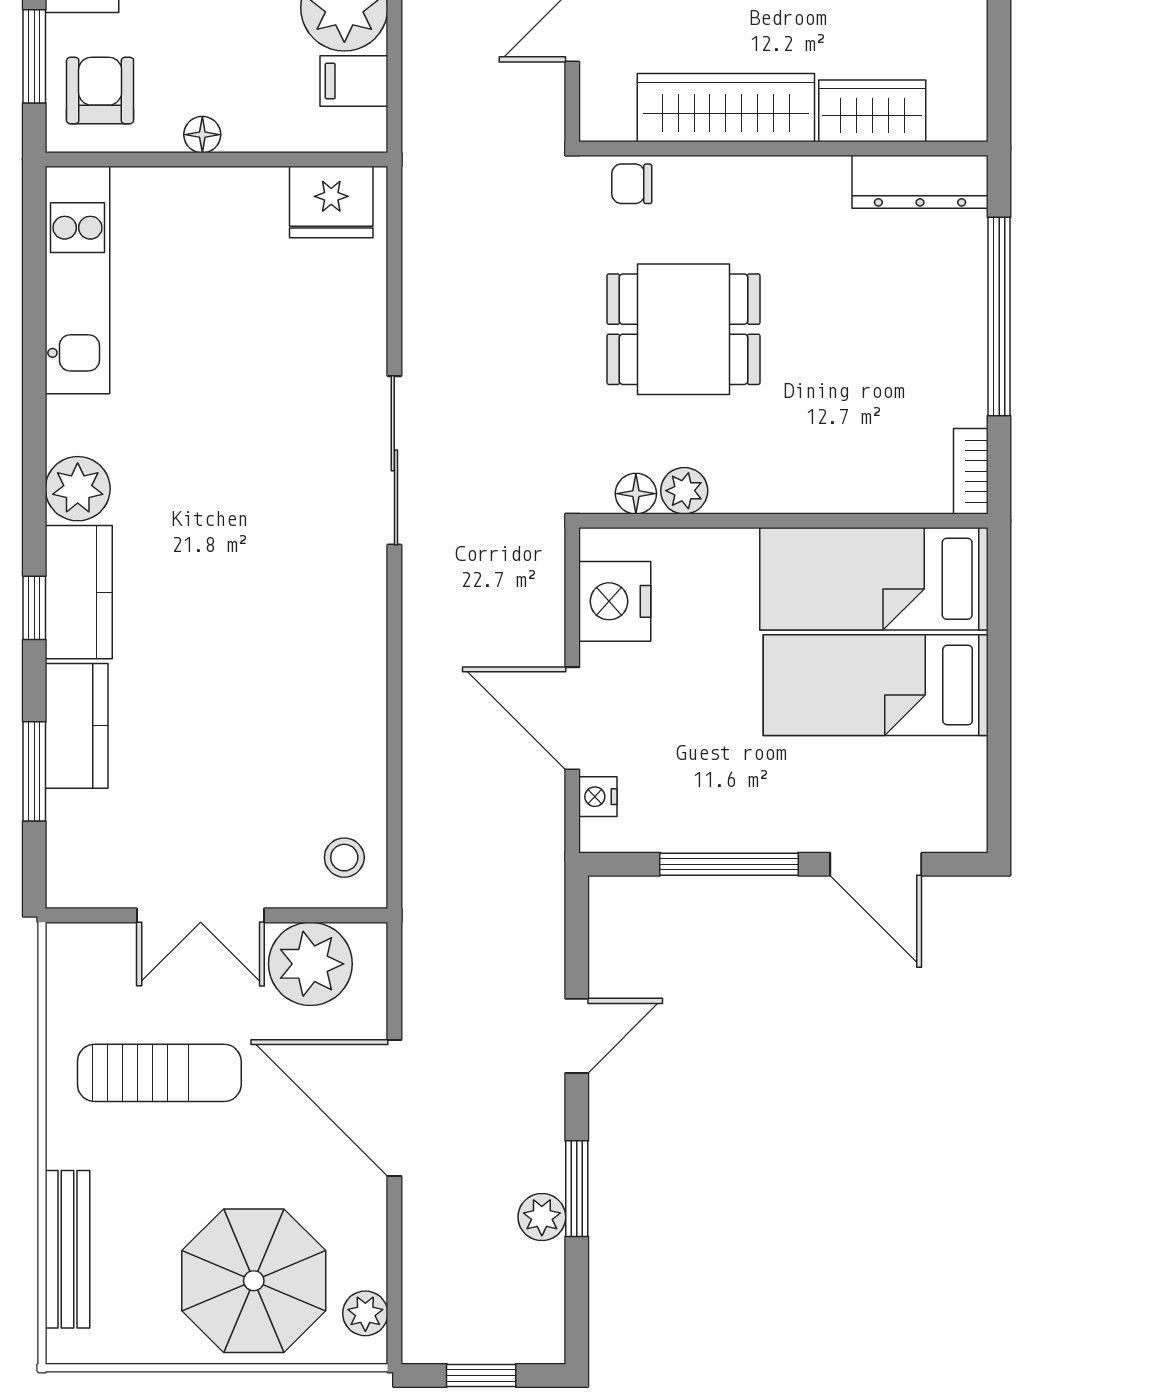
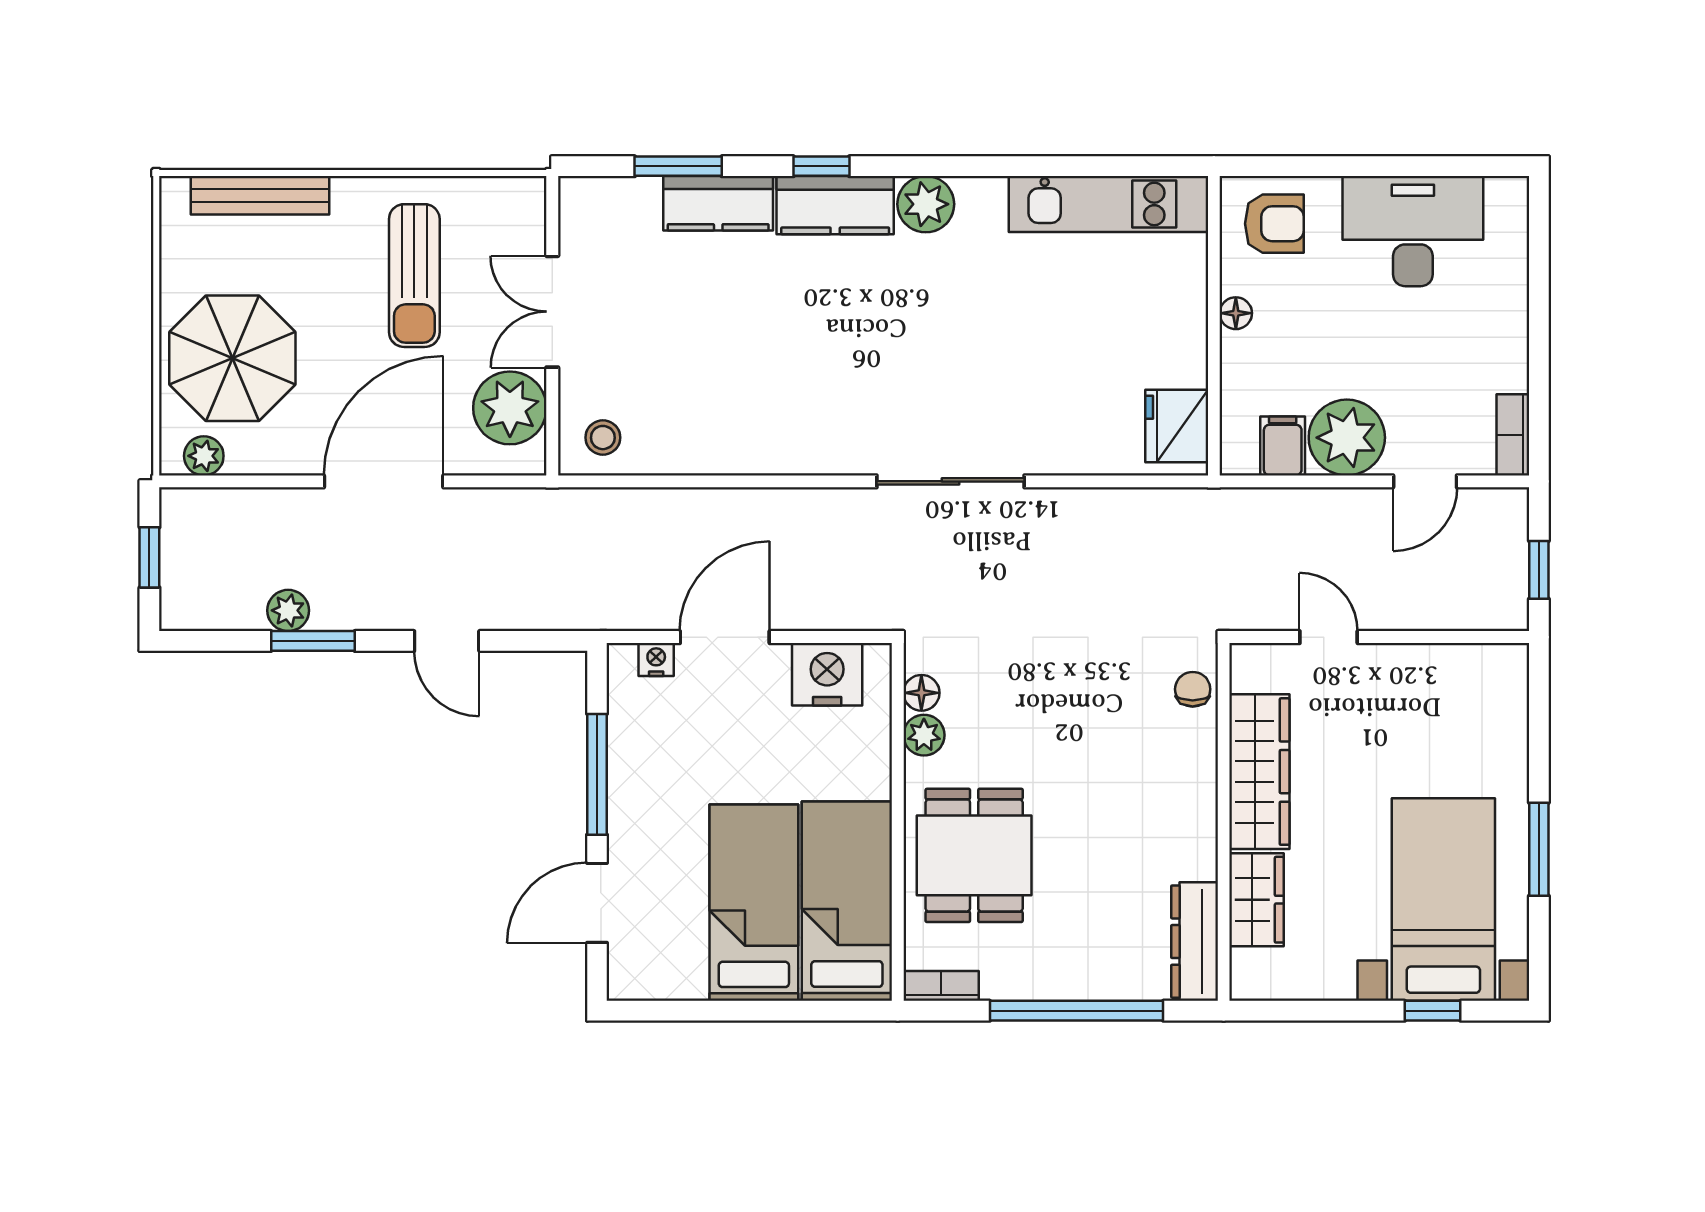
window: (34, 56) -> (1304, 166), removed
dining table: (683, 329) -> (974, 855), moved

